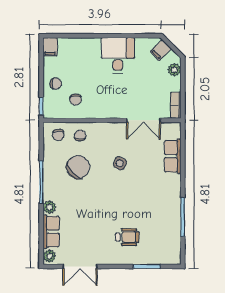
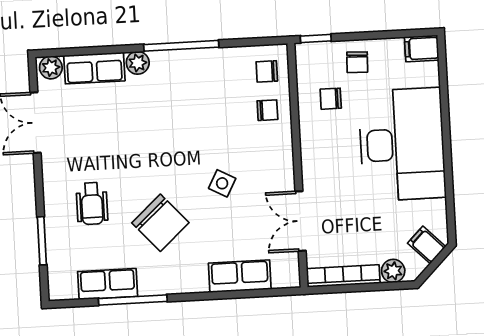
desk: (118, 55) -> (402, 144), width x1.87, depth x1.30
bookcase: (176, 105) -> (343, 276), width x1.56
chair: (78, 167) -> (160, 223), moved
row of seats: (173, 231) -> (108, 284), added

